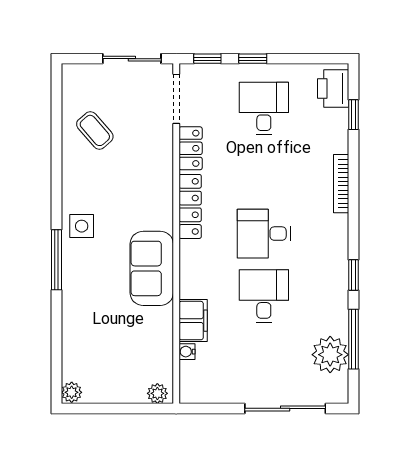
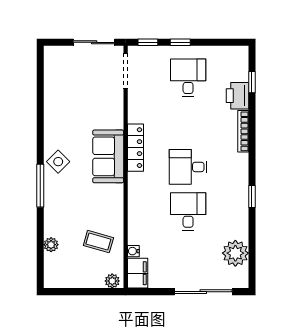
printer: (333, 89) -> (237, 96), moved
coffee table: (95, 130) -> (98, 242), moved, turned -33
locker: (191, 148) -> (136, 106), removed
side table: (82, 226) -> (58, 162), turned 45
sofa: (152, 268) -> (108, 156), moved
filing cabinet: (193, 321) -> (138, 273), moved
window: (353, 339) -> (252, 242), removed
plant: (72, 392) -> (51, 245), moved

